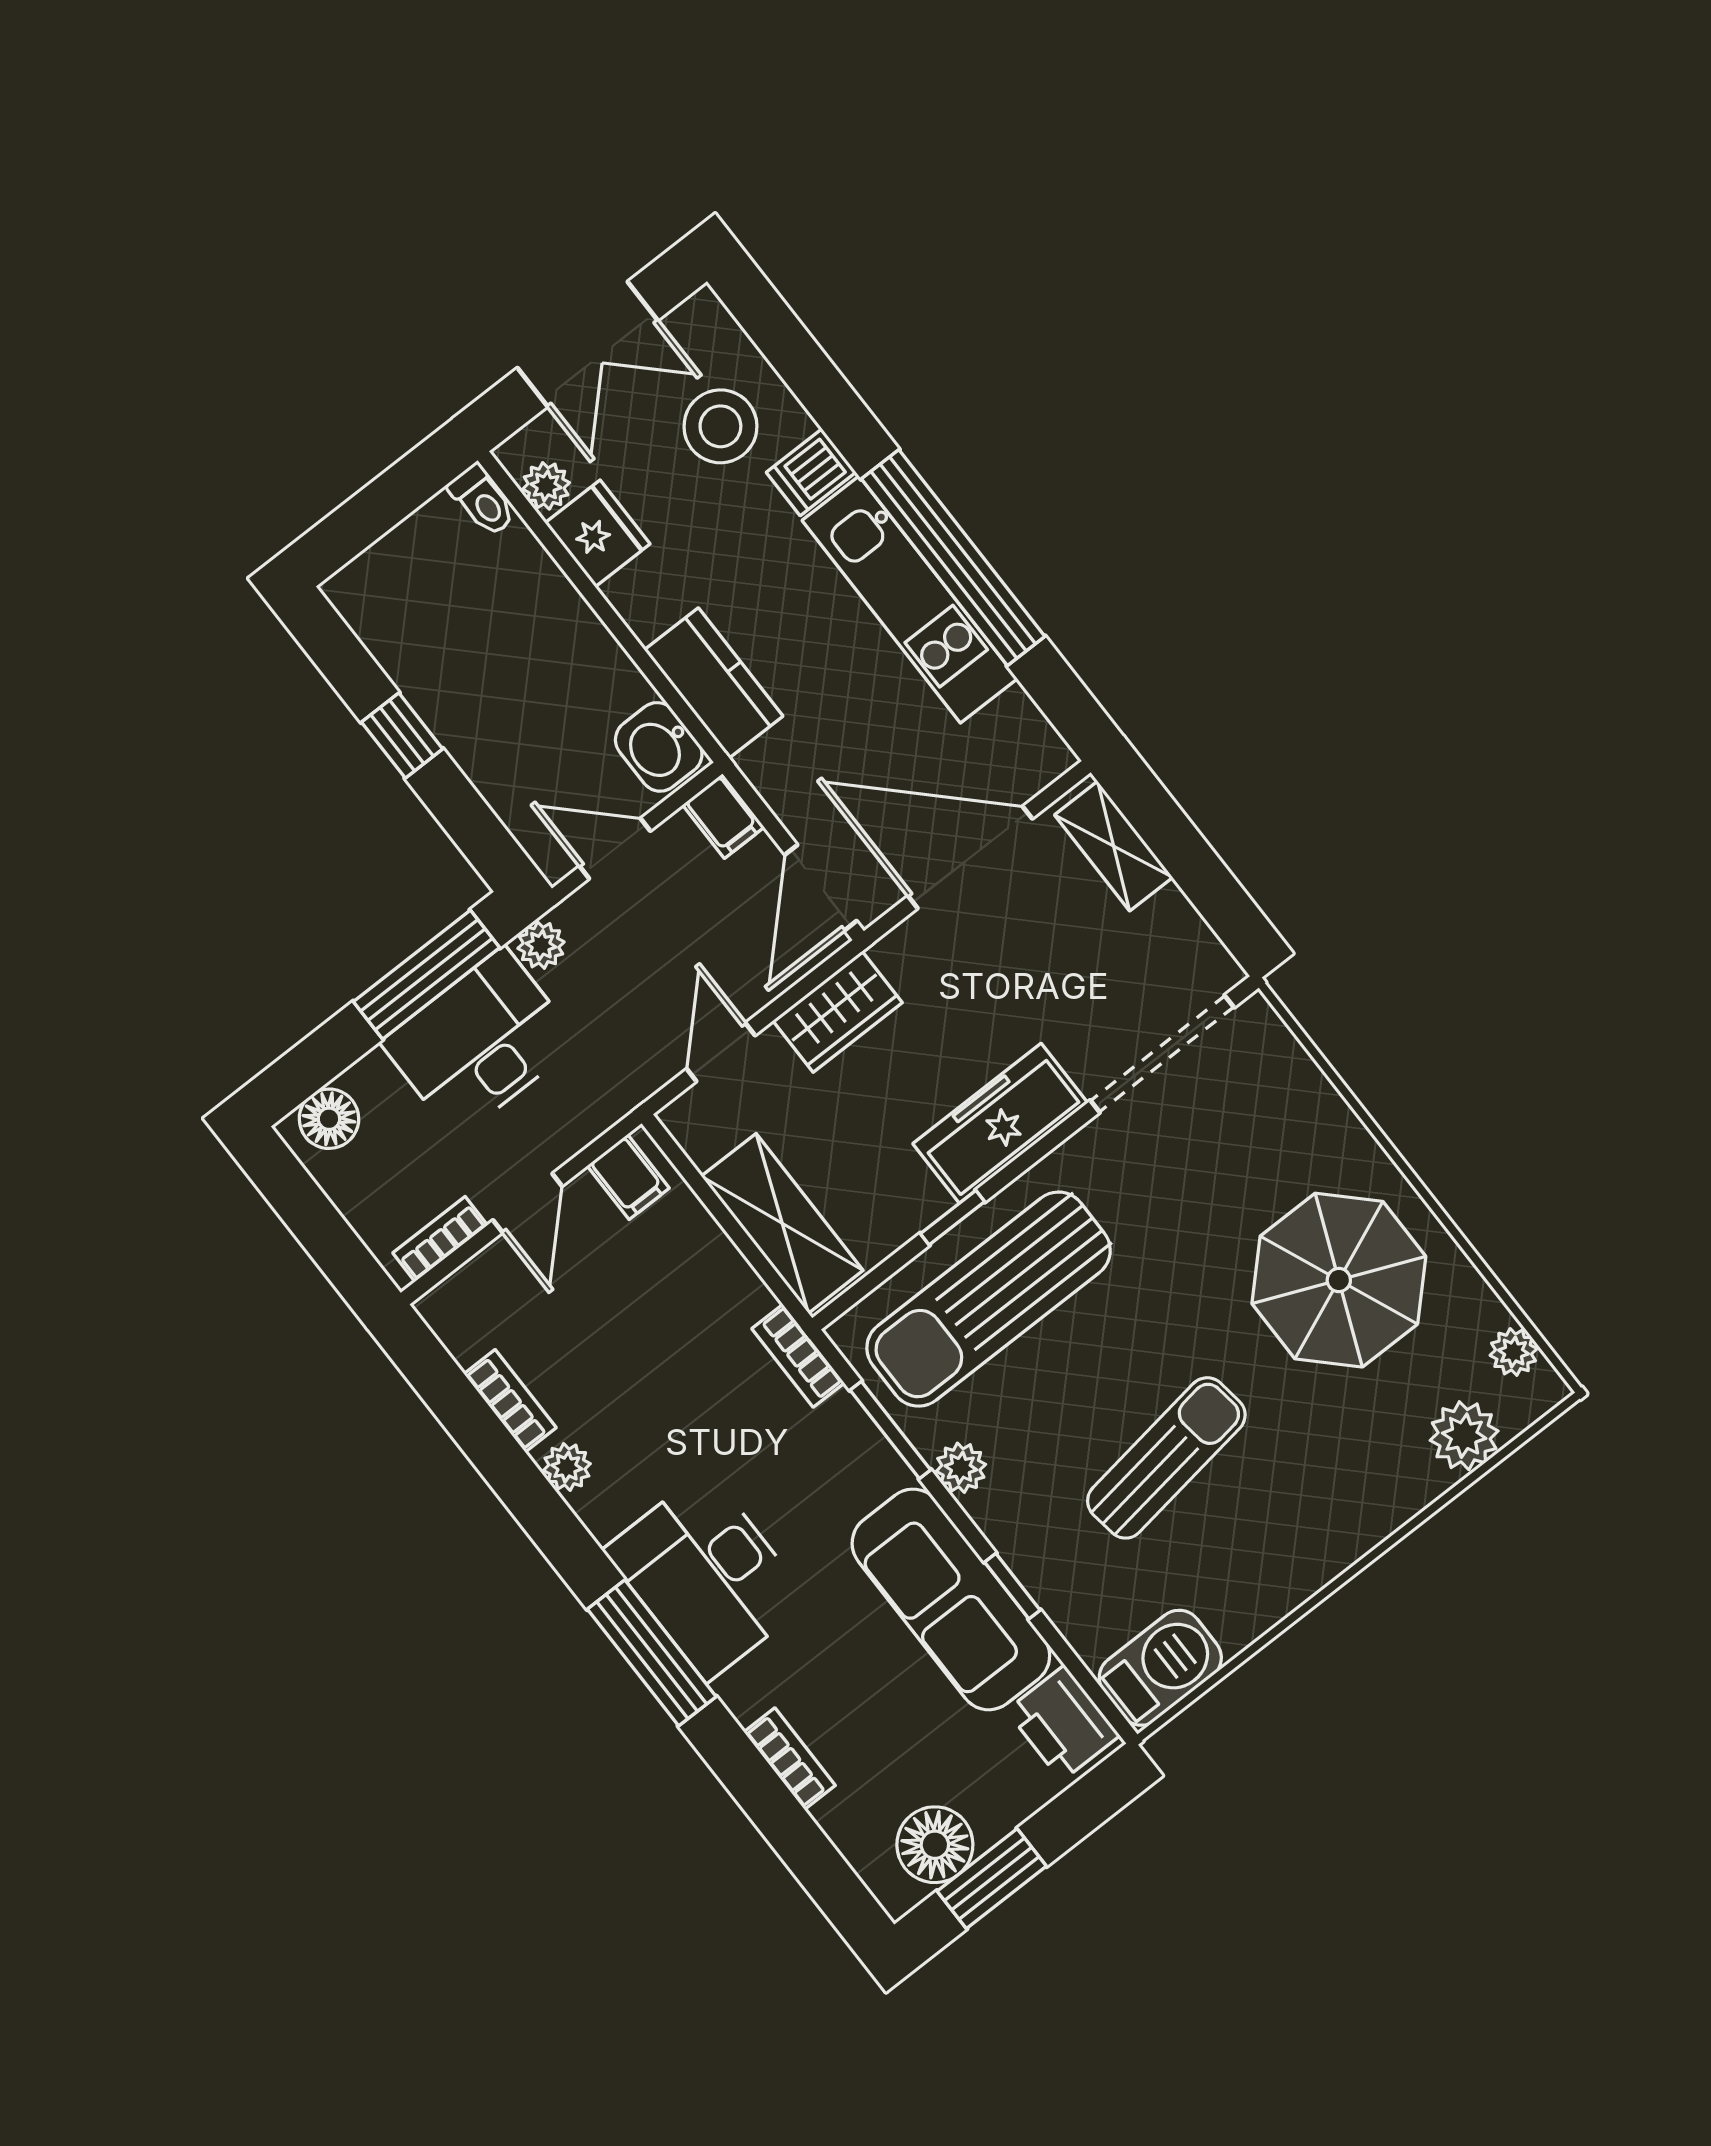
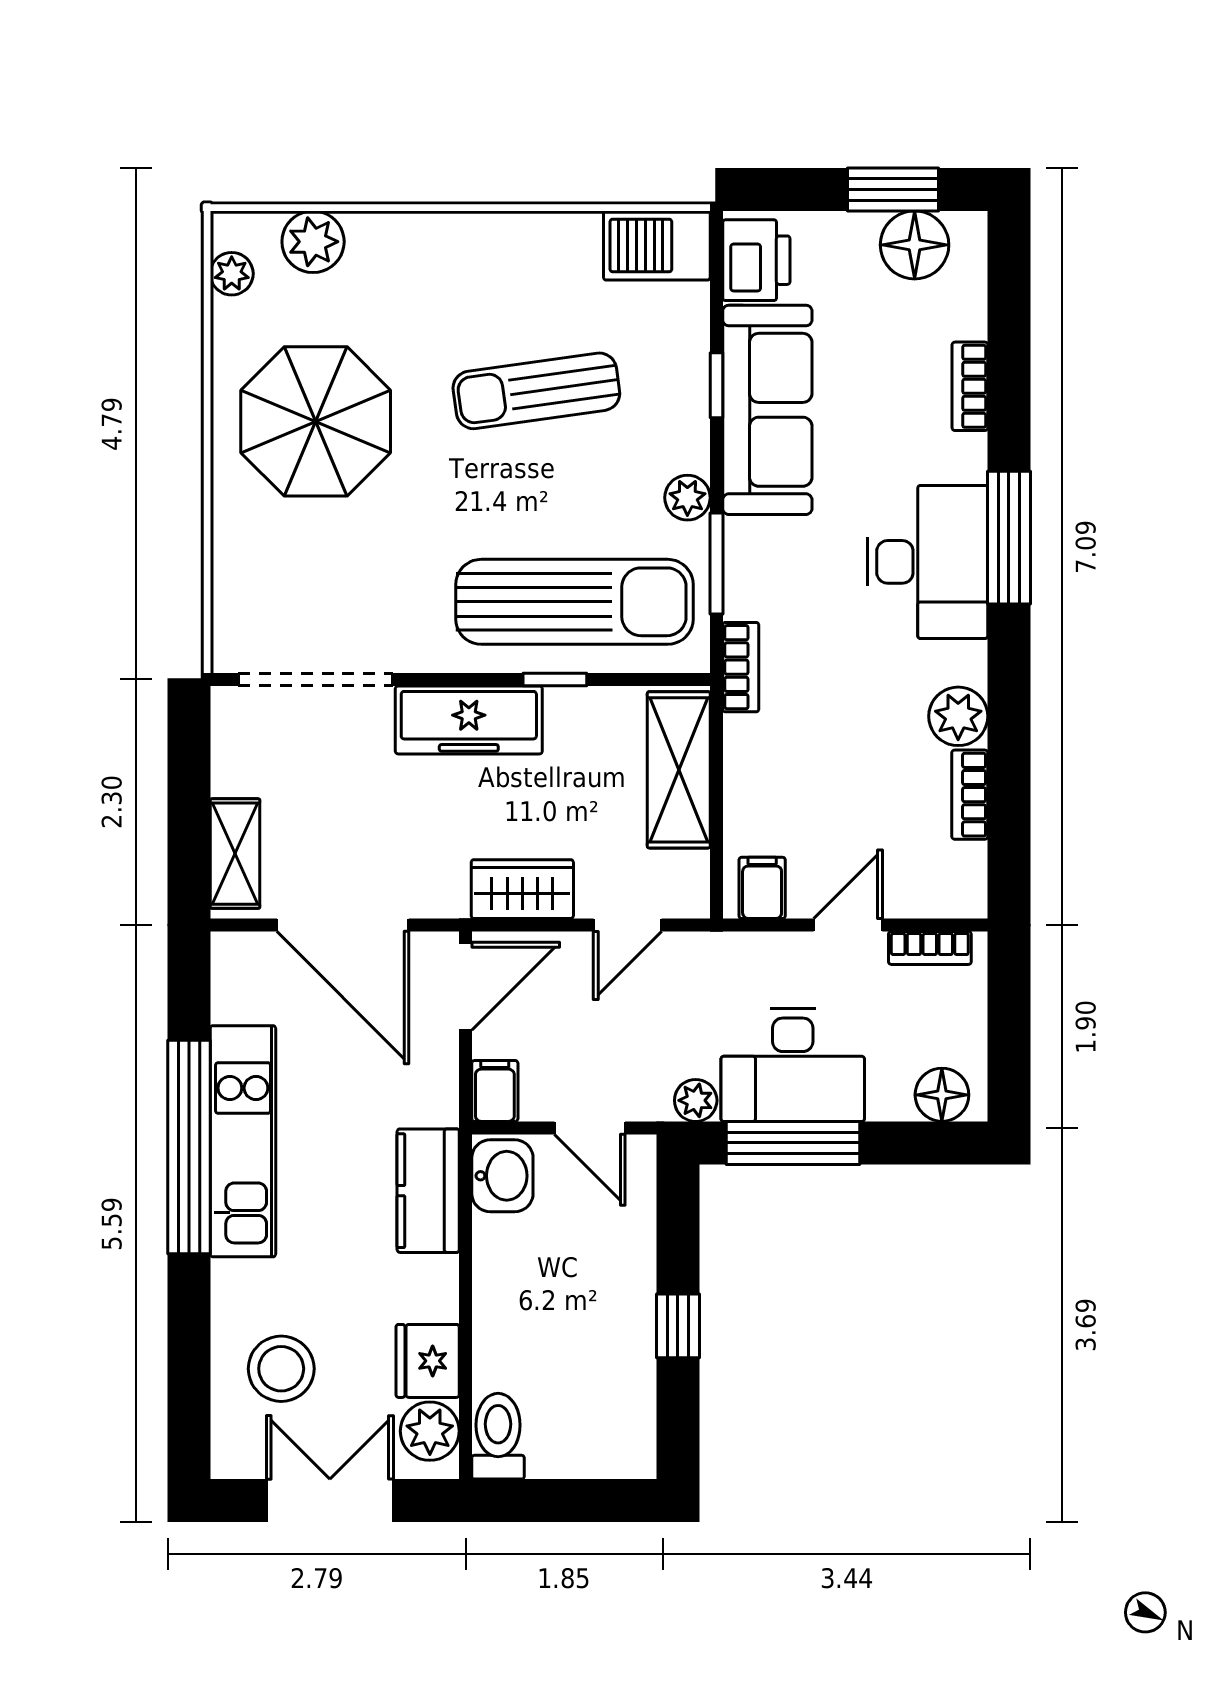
dishwasher: (811, 472) -> (242, 1286), removed
plant: (546, 486) -> (430, 1431), width x1.38, depth x1.38
toilet: (482, 500) -> (498, 1436), width x1.37, depth x1.39
plant: (567, 1467) -> (958, 716), width x1.38, depth x1.38

